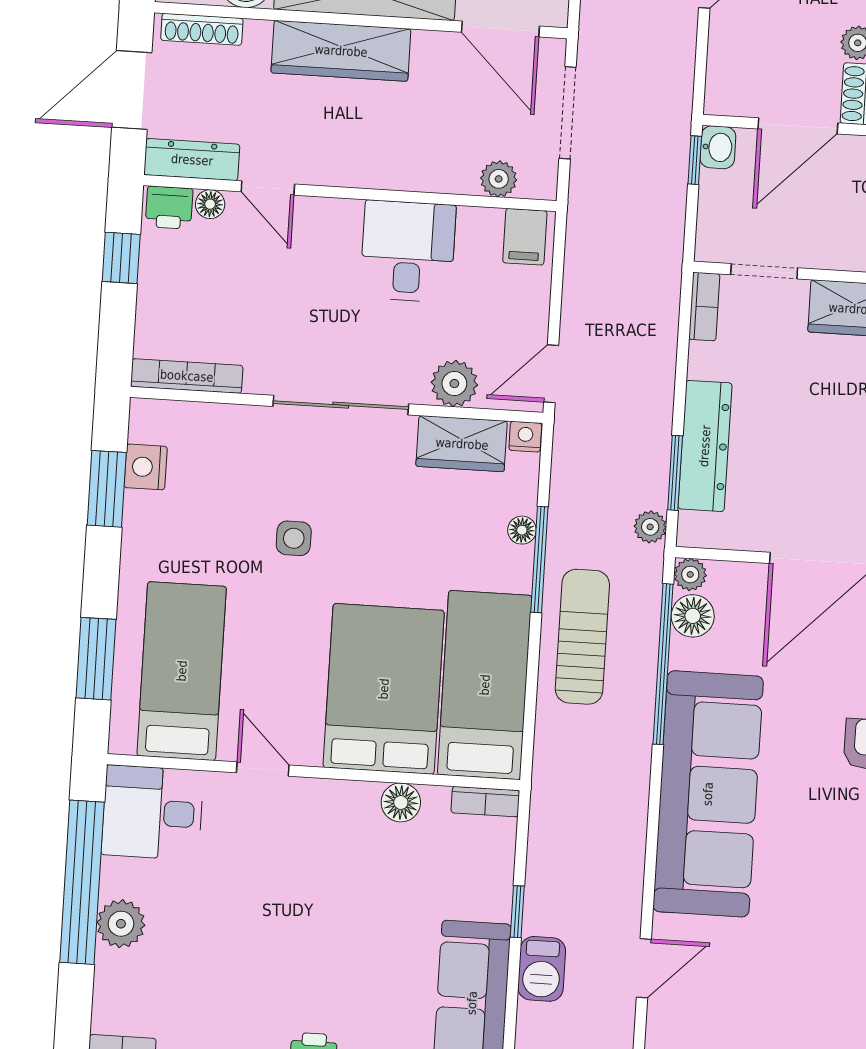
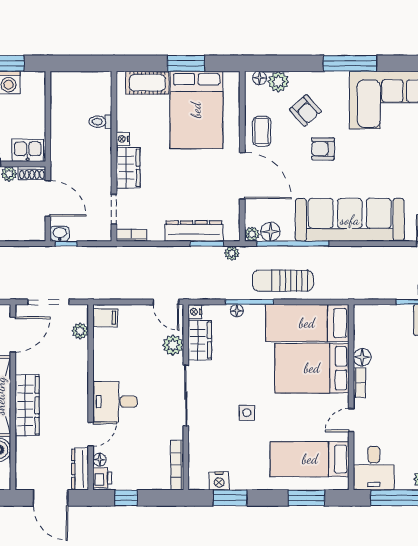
shoe rack: (202, 29) -> (21, 468), removed
desk: (408, 251) -> (115, 402), moved
bookcase: (485, 802) -> (359, 383), moved

